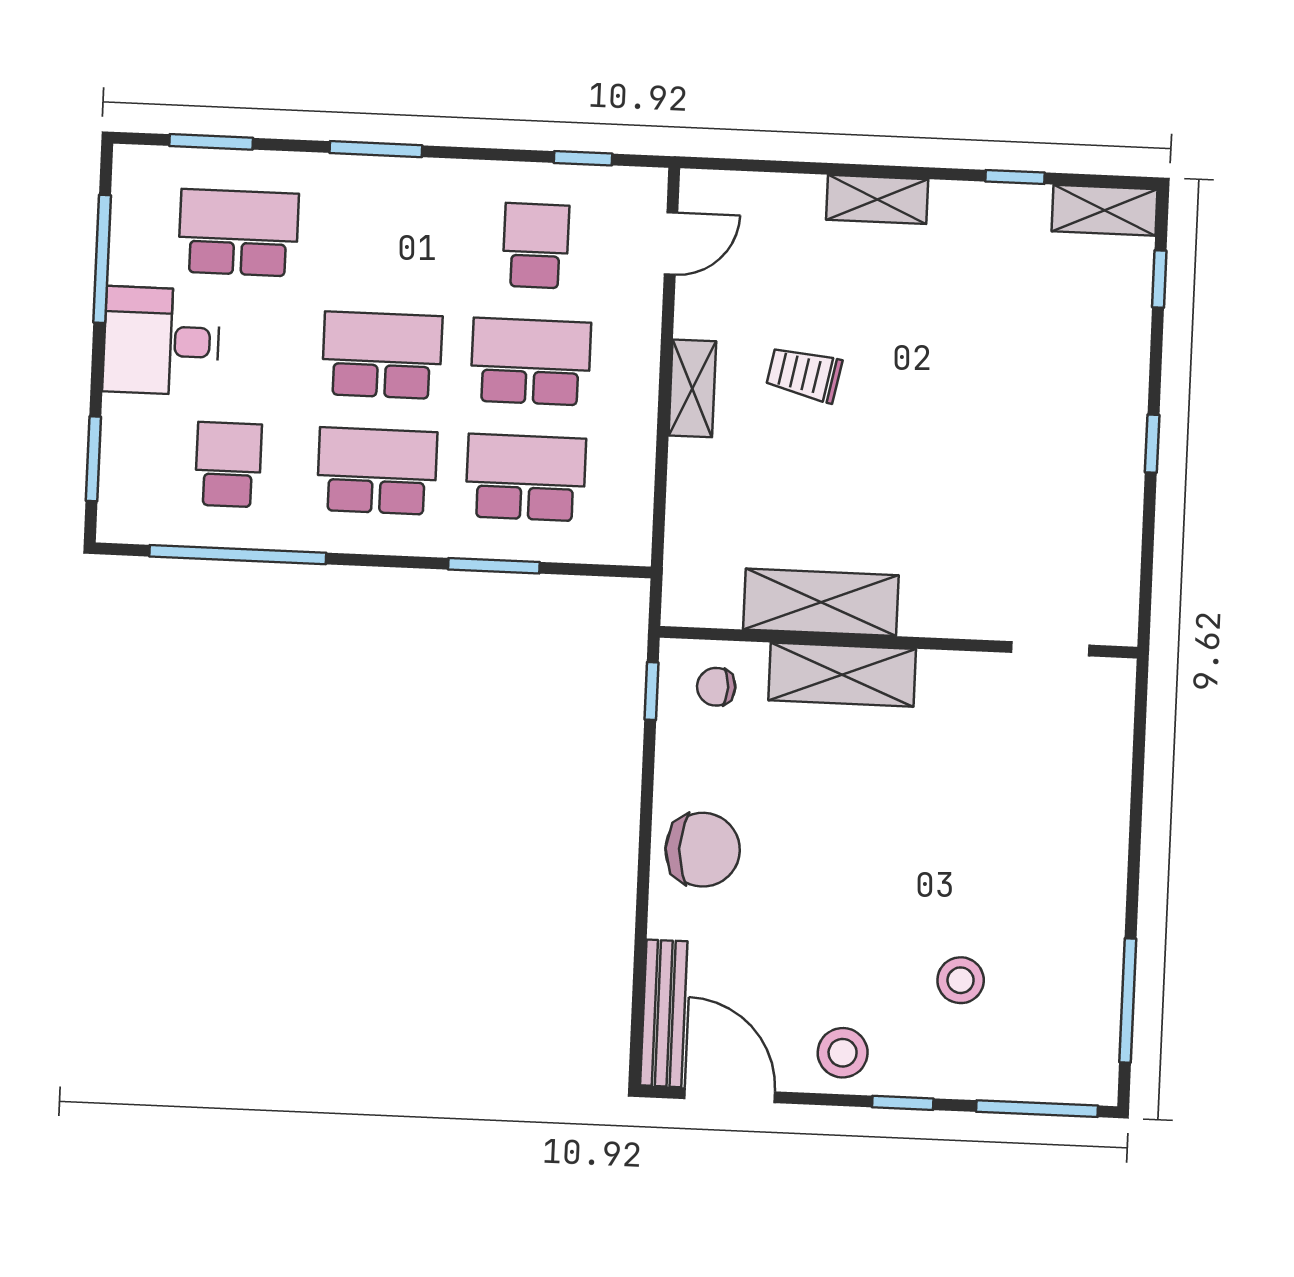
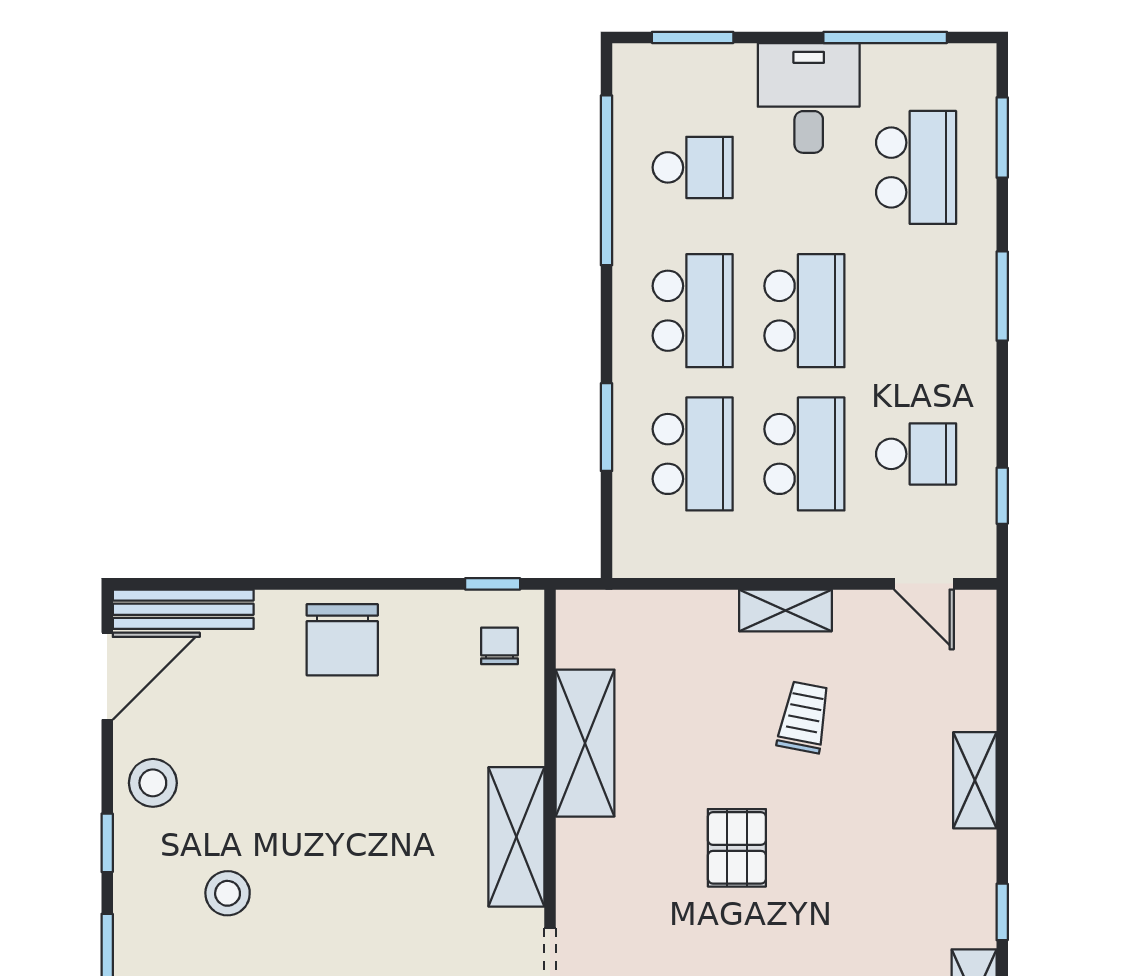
pallet: (937, 449) -> (737, 848), added
shelving: (842, 675) -> (516, 837), moved

